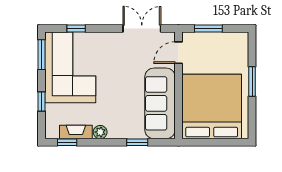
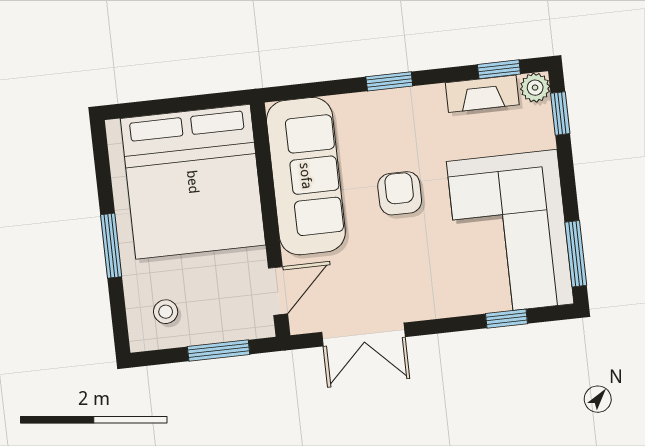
stool: (231, 49) -> (166, 312), added
armchair: (118, 91) -> (400, 193), added
window: (41, 101) -> (560, 113), moved
plant: (100, 132) -> (535, 88), moved
window: (137, 142) -> (389, 81), moved

